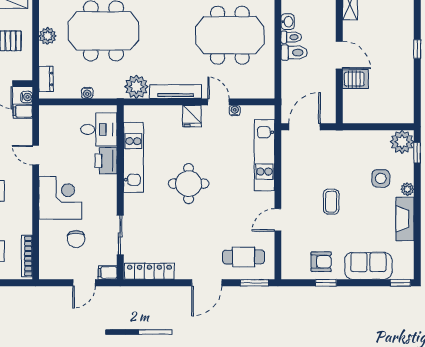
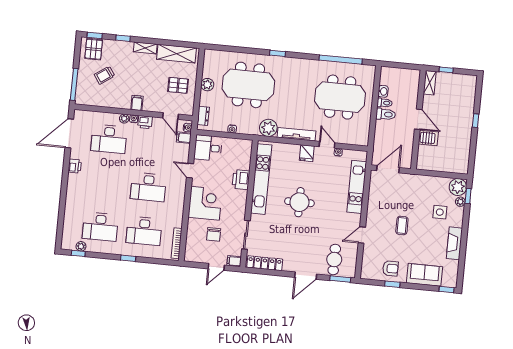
desk: (99, 129) -> (208, 148), moved, turned 180
kitchen unit: (133, 157) -> (261, 179), width x1.36
plant: (407, 189) -> (460, 202), moved
cafe table: (244, 257) -> (334, 260), turned 90

